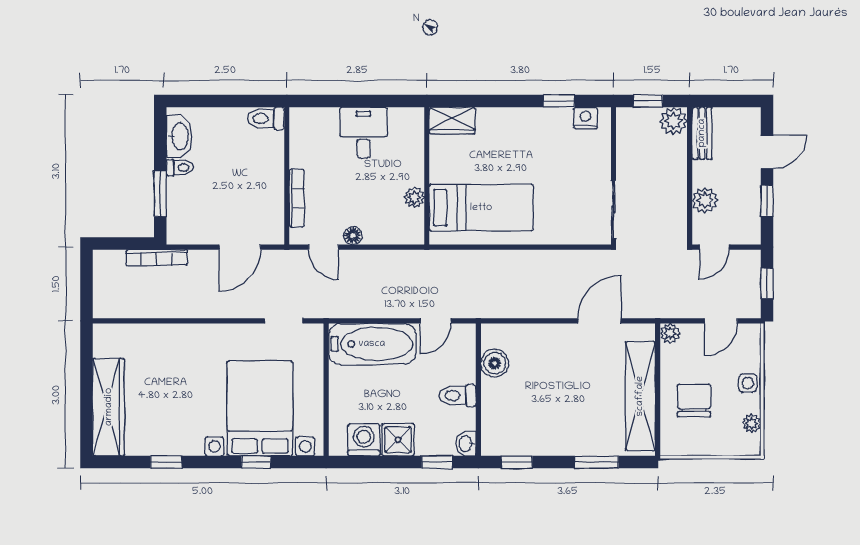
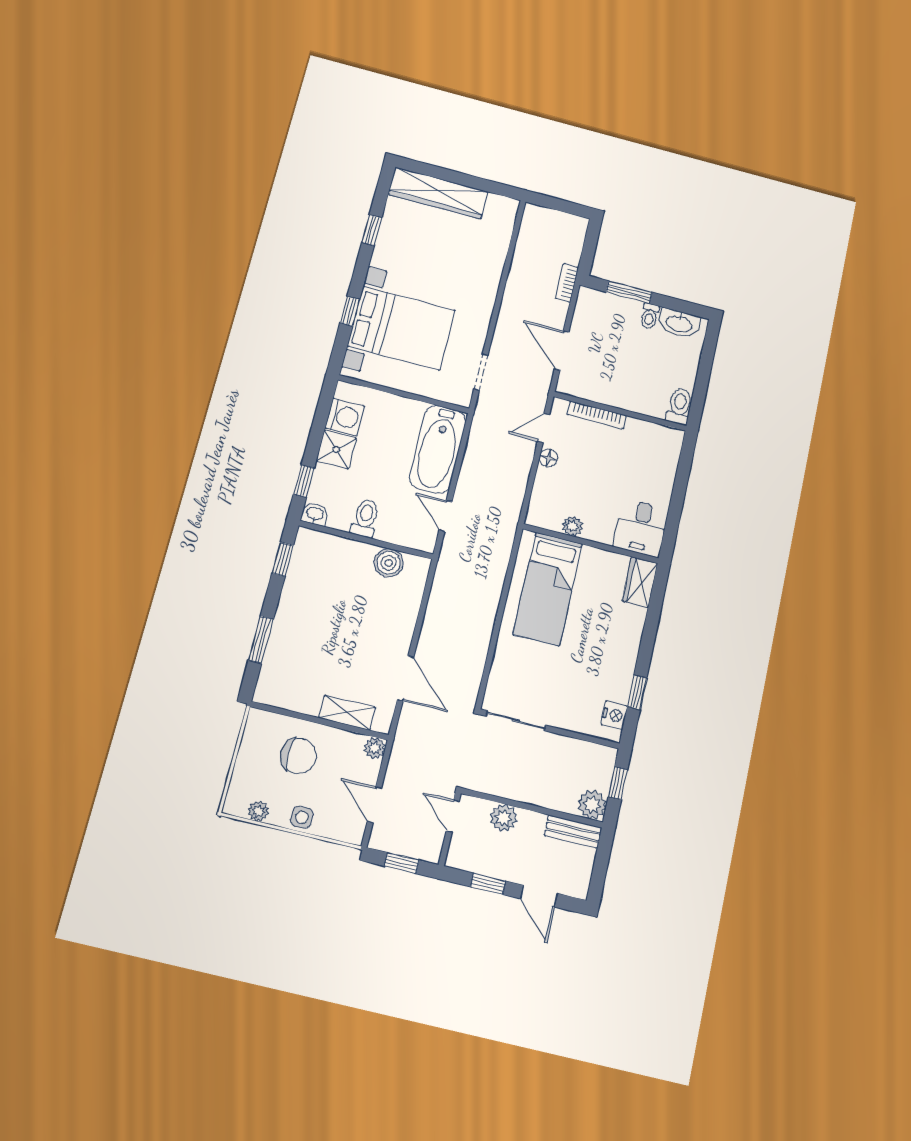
desk: (363, 133) -> (641, 528), moved, turned 90
bookcase: (157, 258) -> (567, 283), width x0.64
shelving: (640, 396) -> (347, 713), width x0.45, depth x0.75

